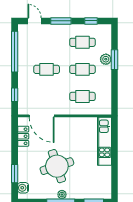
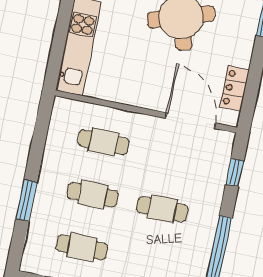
plant: (106, 59) -> (43, 205), removed

